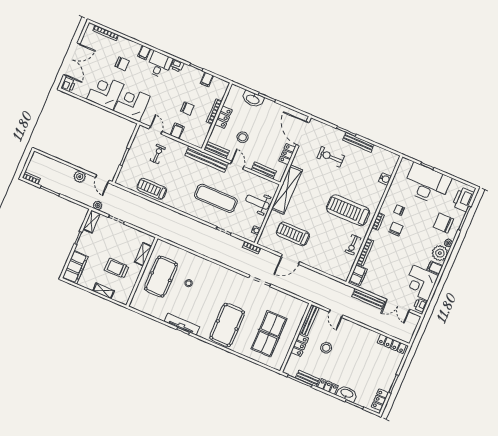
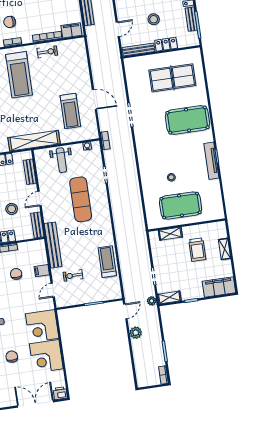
bench: (207, 159) -> (53, 245), moved
treadmill: (152, 189) -> (107, 262), turned 180

